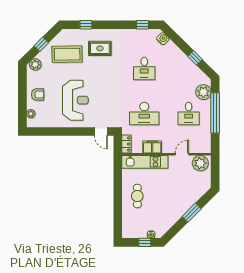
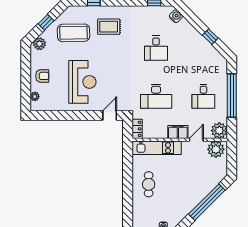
plant: (203, 92) -> (219, 131), moved
door: (101, 131) -> (110, 115), swing flipped
filing cabinet: (152, 147) -> (178, 132), moved
window: (192, 213) -> (207, 202), width x2.11

